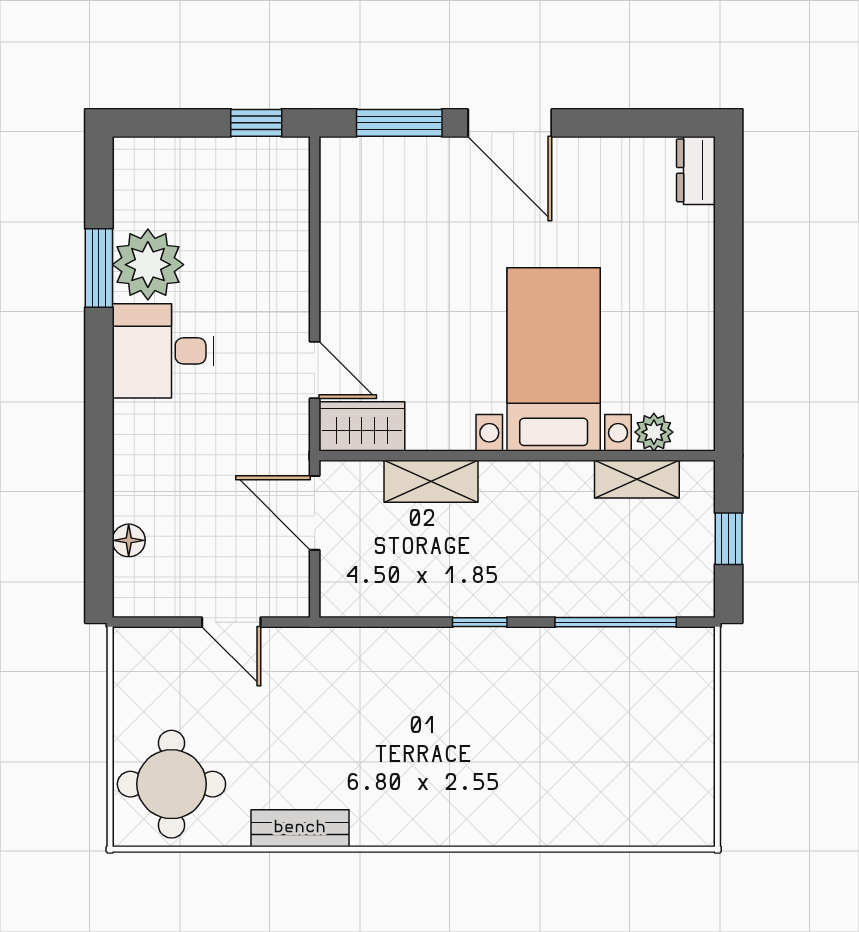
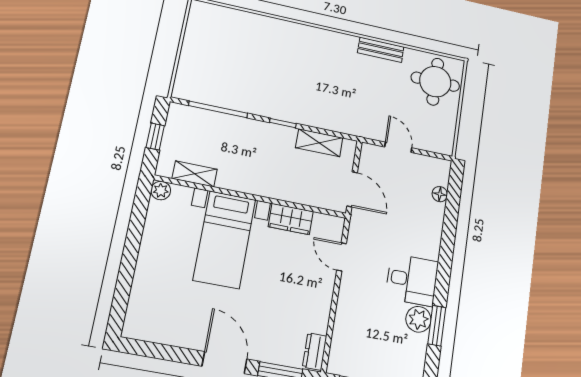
dresser: (696, 170) -> (315, 352), moved, turned 180
plant: (148, 265) -> (418, 319), width x0.73, depth x0.73
wardrobe: (362, 426) -> (291, 219), moved
plant: (654, 432) -> (161, 191), moved
shelving: (431, 481) -> (319, 143), moved

